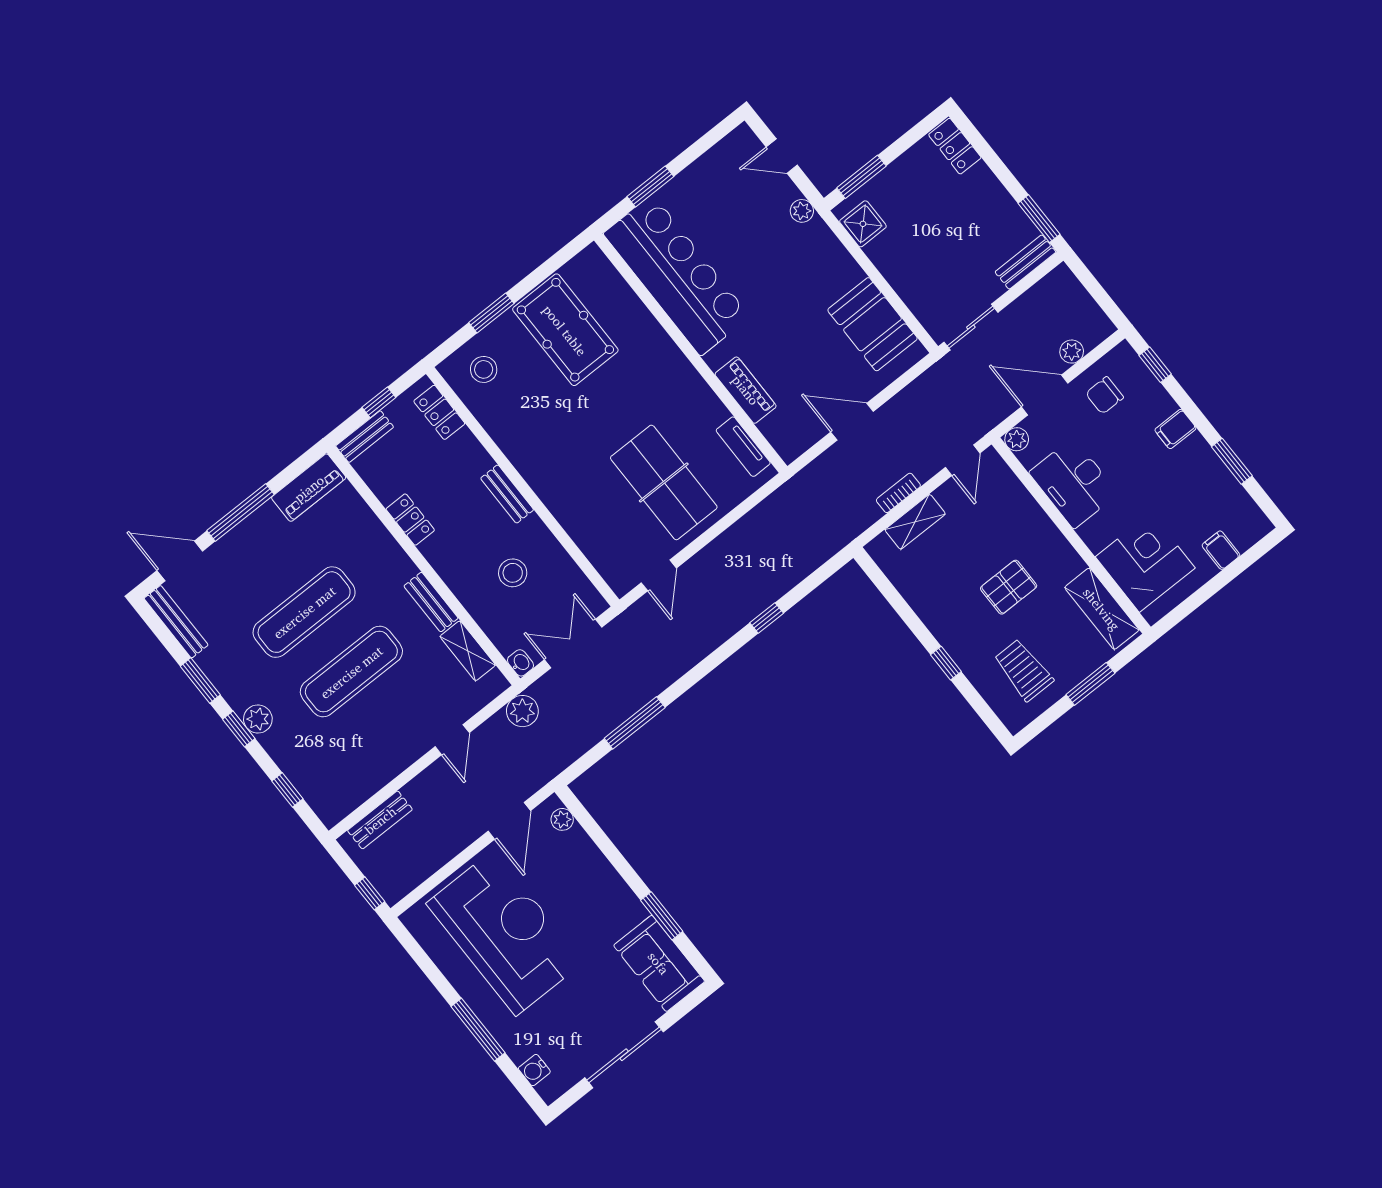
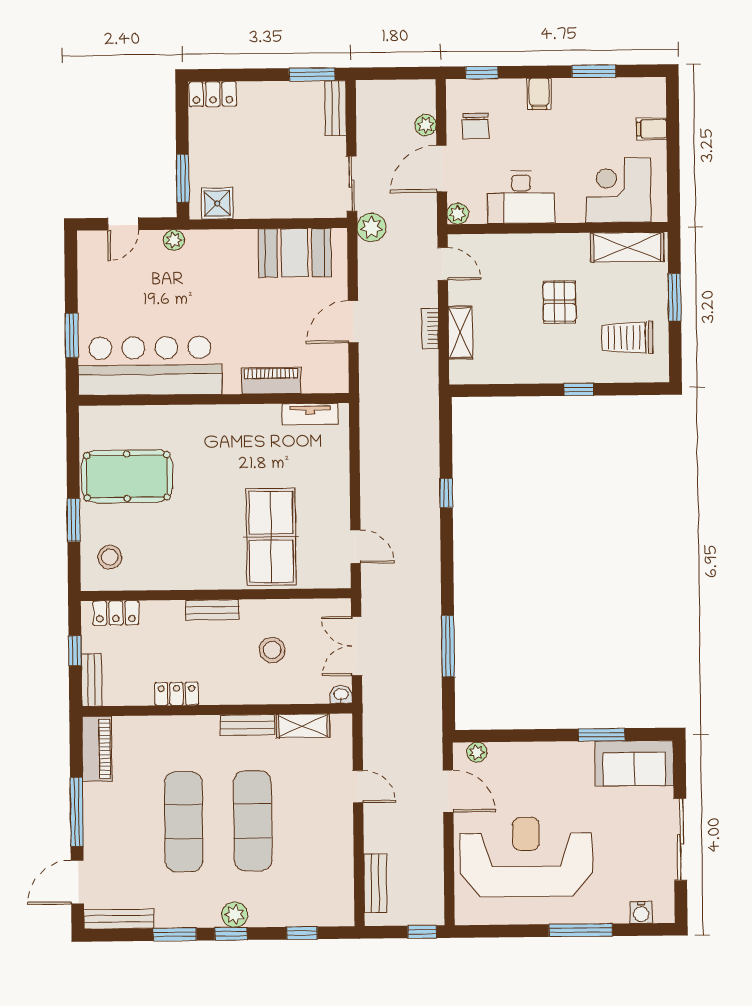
table tennis table: (664, 482) -> (271, 537), moved, turned 90
plant: (522, 711) -> (372, 227), moved

